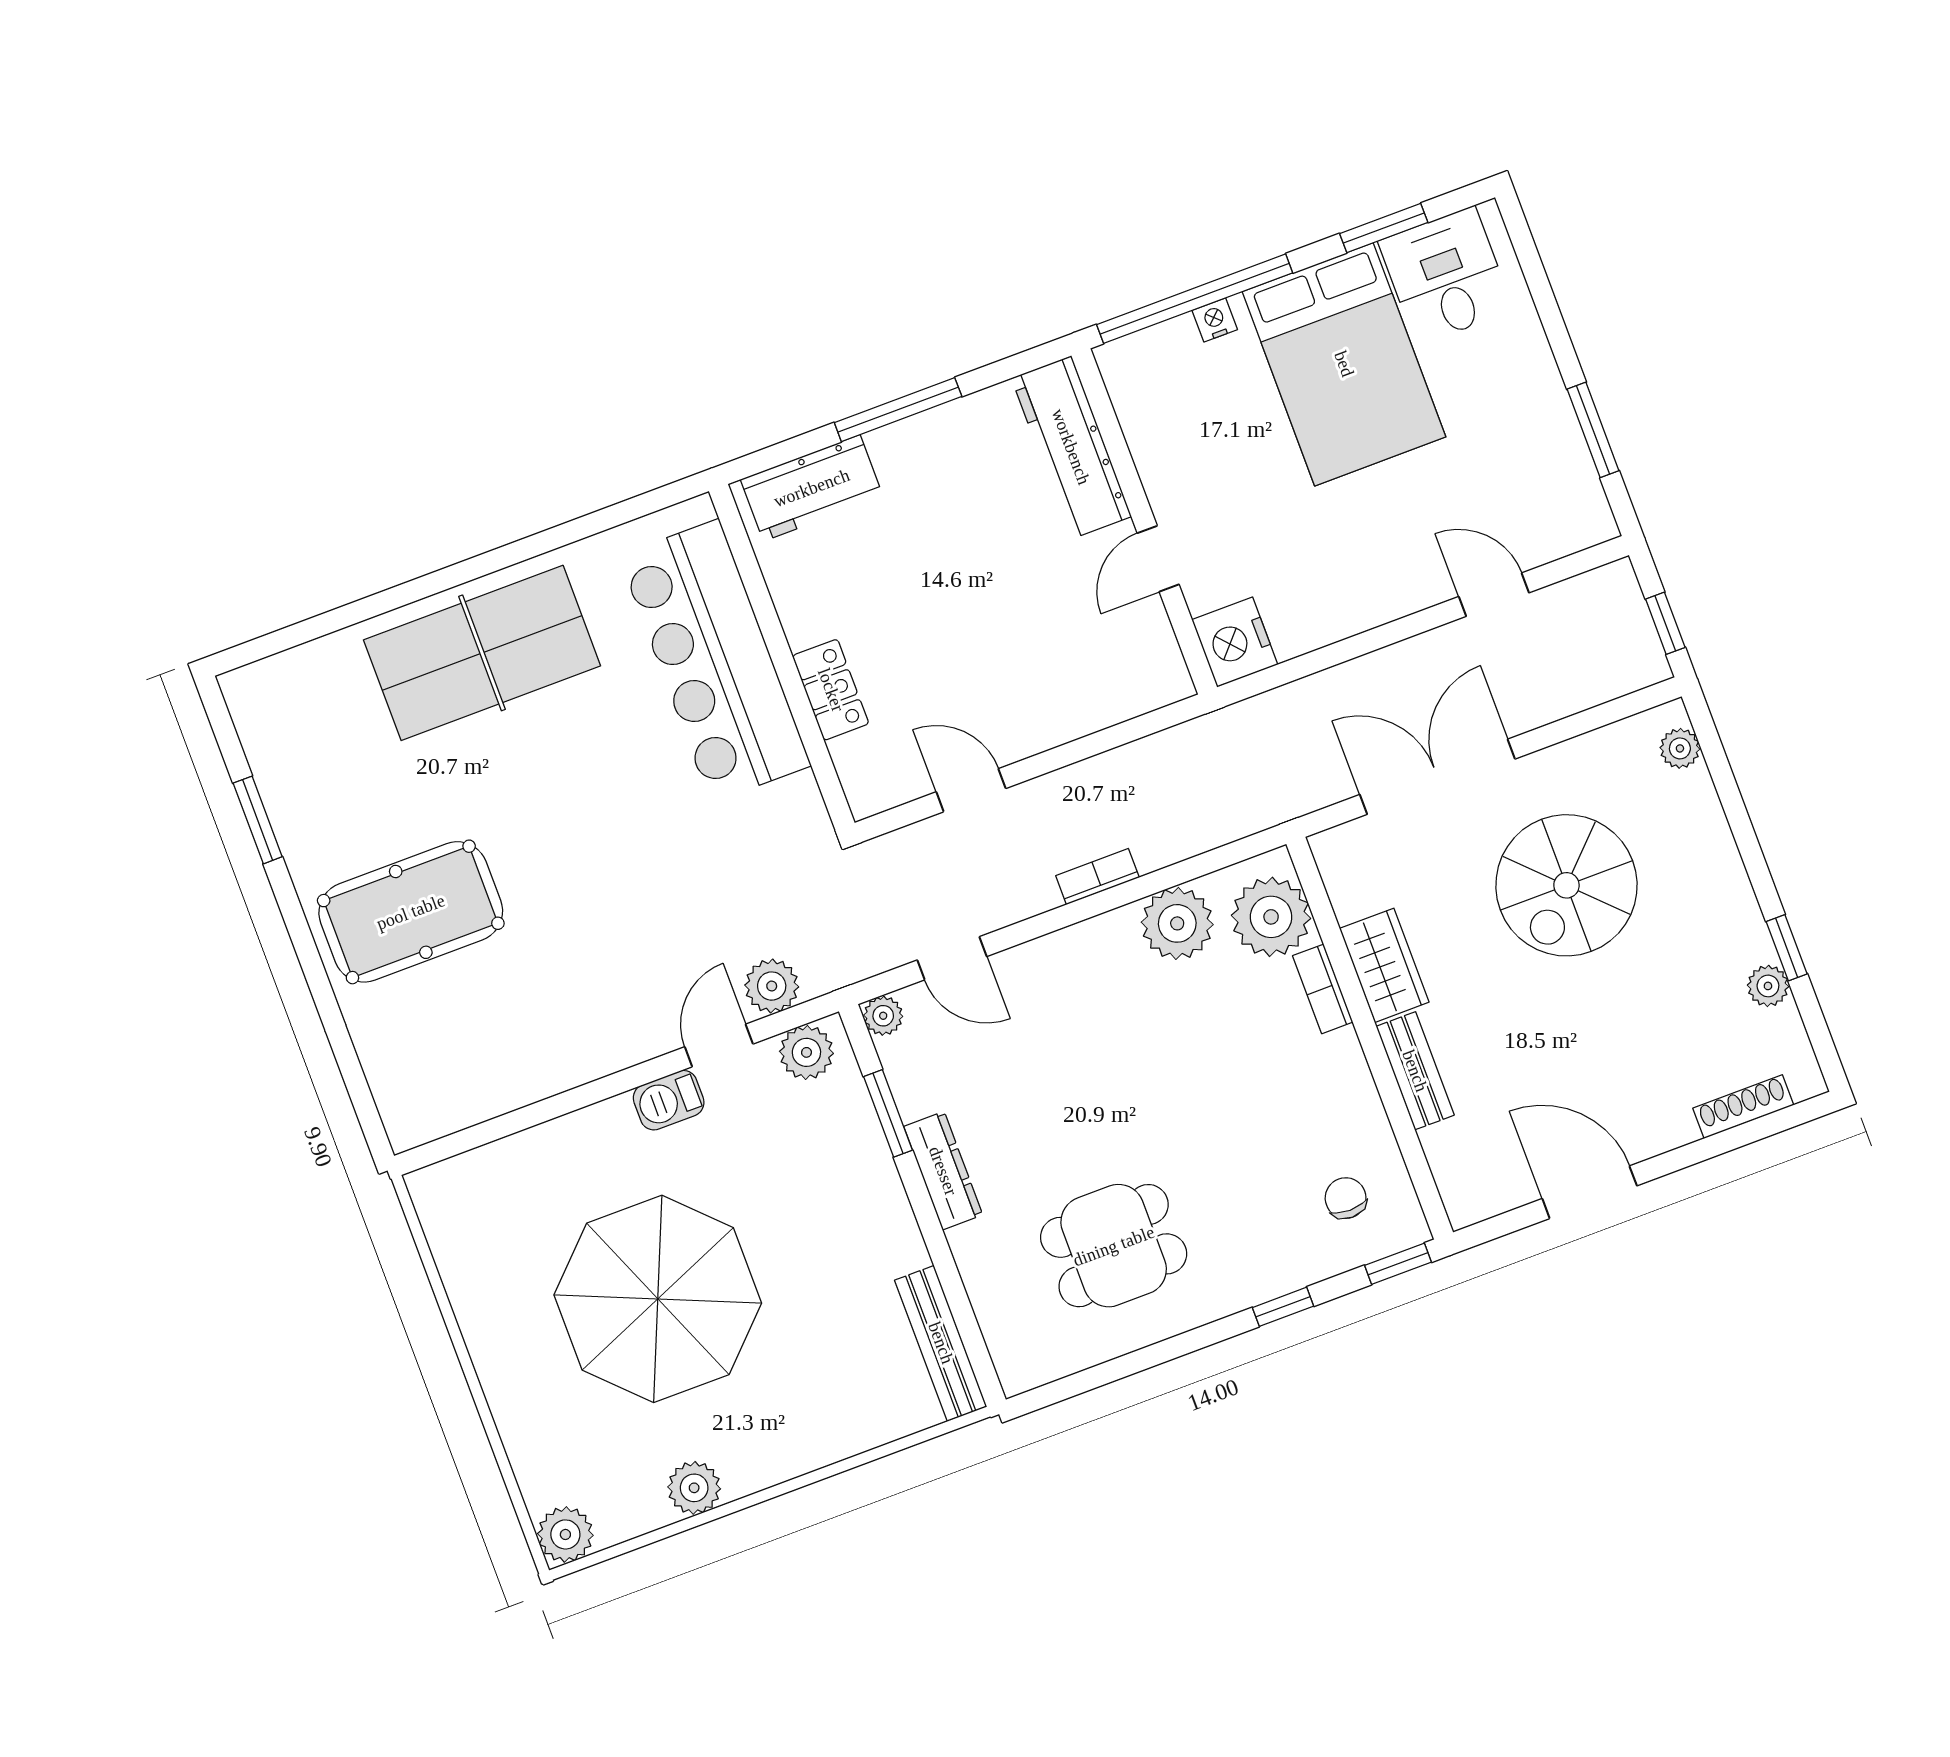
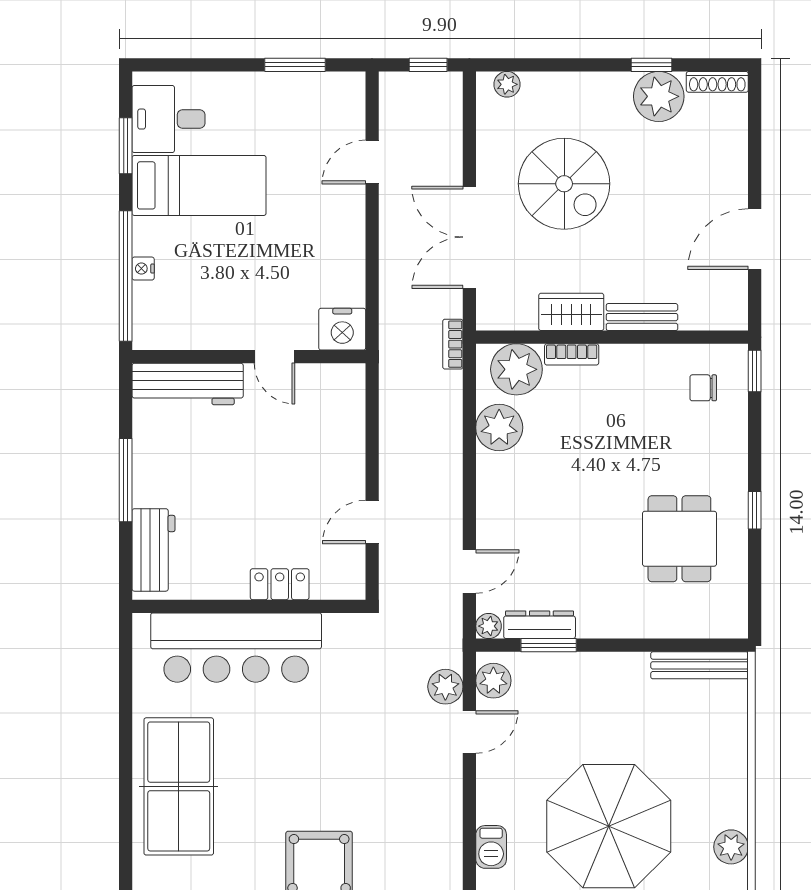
bed: (1344, 364) -> (199, 185), width x0.67
bookcase: (1097, 877) -> (453, 344), moved
plant: (1768, 986) -> (659, 96), width x1.88, depth x1.88
door: (719, 1045) -> (469, 732), swing flipped
barbecue: (669, 1100) -> (491, 847), moved
shoe rack: (1743, 1107) -> (717, 82), moved, turned -90
dresser: (943, 1171) -> (540, 625), moved
window: (1283, 1307) -> (755, 510), moved

